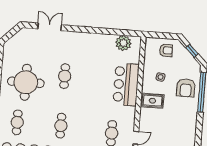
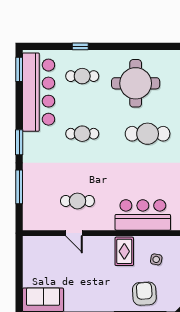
cafe table: (65, 76) -> (148, 134), width x1.37, depth x1.35
armchair: (186, 88) -> (144, 294), turned 86

